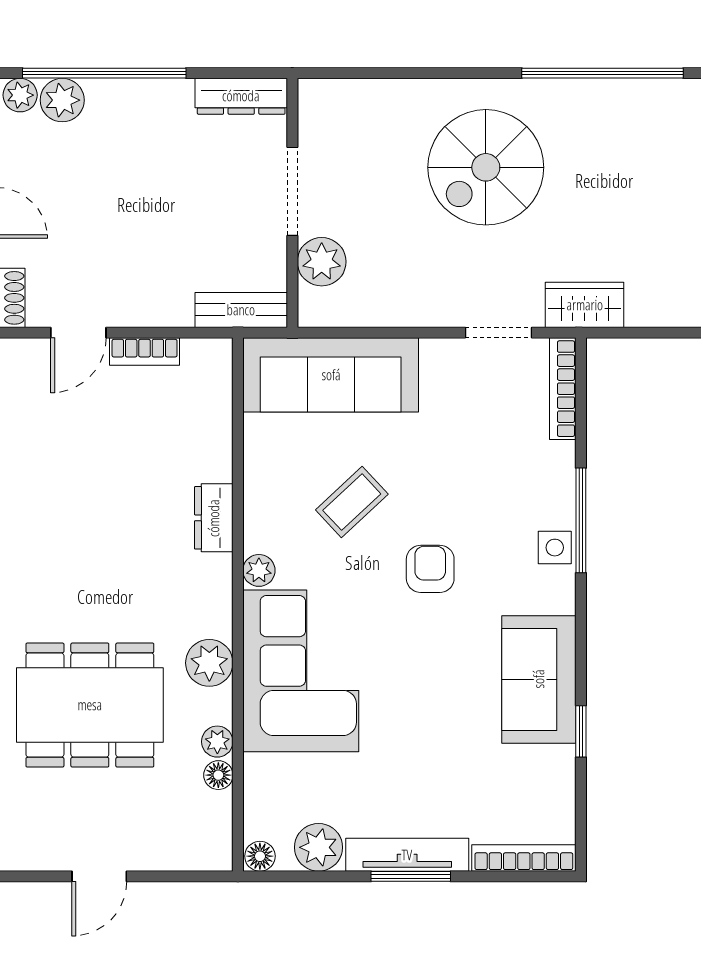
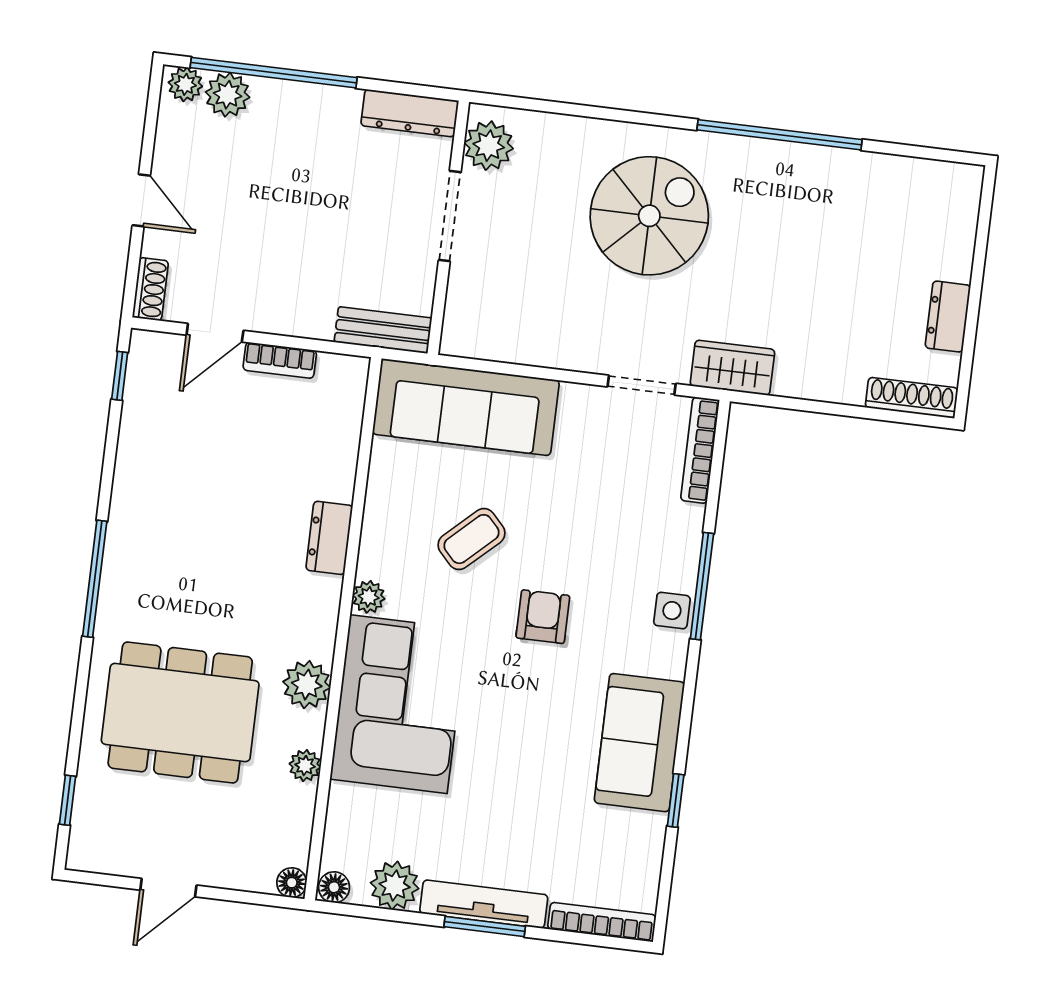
spiral stairs: (486, 167) -> (649, 216), turned 180
plant: (322, 262) -> (489, 146), moved
floor lamp: (218, 775) -> (292, 883), moved

